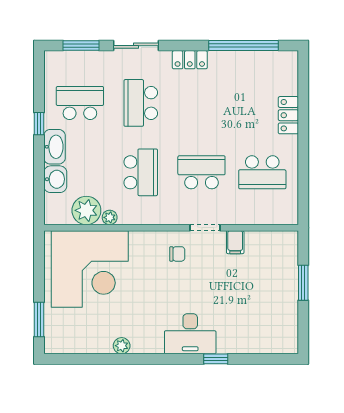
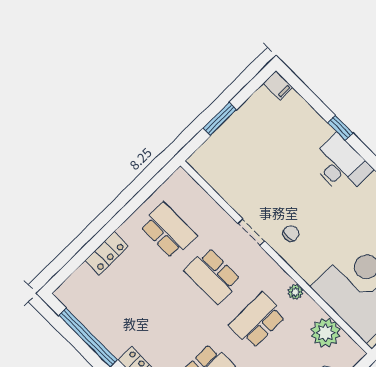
plant: (110, 217) -> (295, 292), moved
filing cabinet: (235, 242) -> (278, 85), moved, turned 90
chair: (177, 254) -> (291, 233), turned 90

